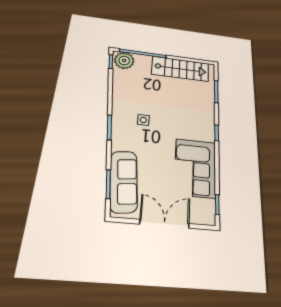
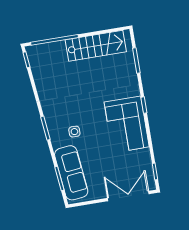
plant: (124, 60) -> (39, 54), removed
side table: (143, 120) -> (74, 132), moved
corner sofa: (195, 168) -> (127, 124), moved
double door: (164, 224) -> (128, 196), moved

